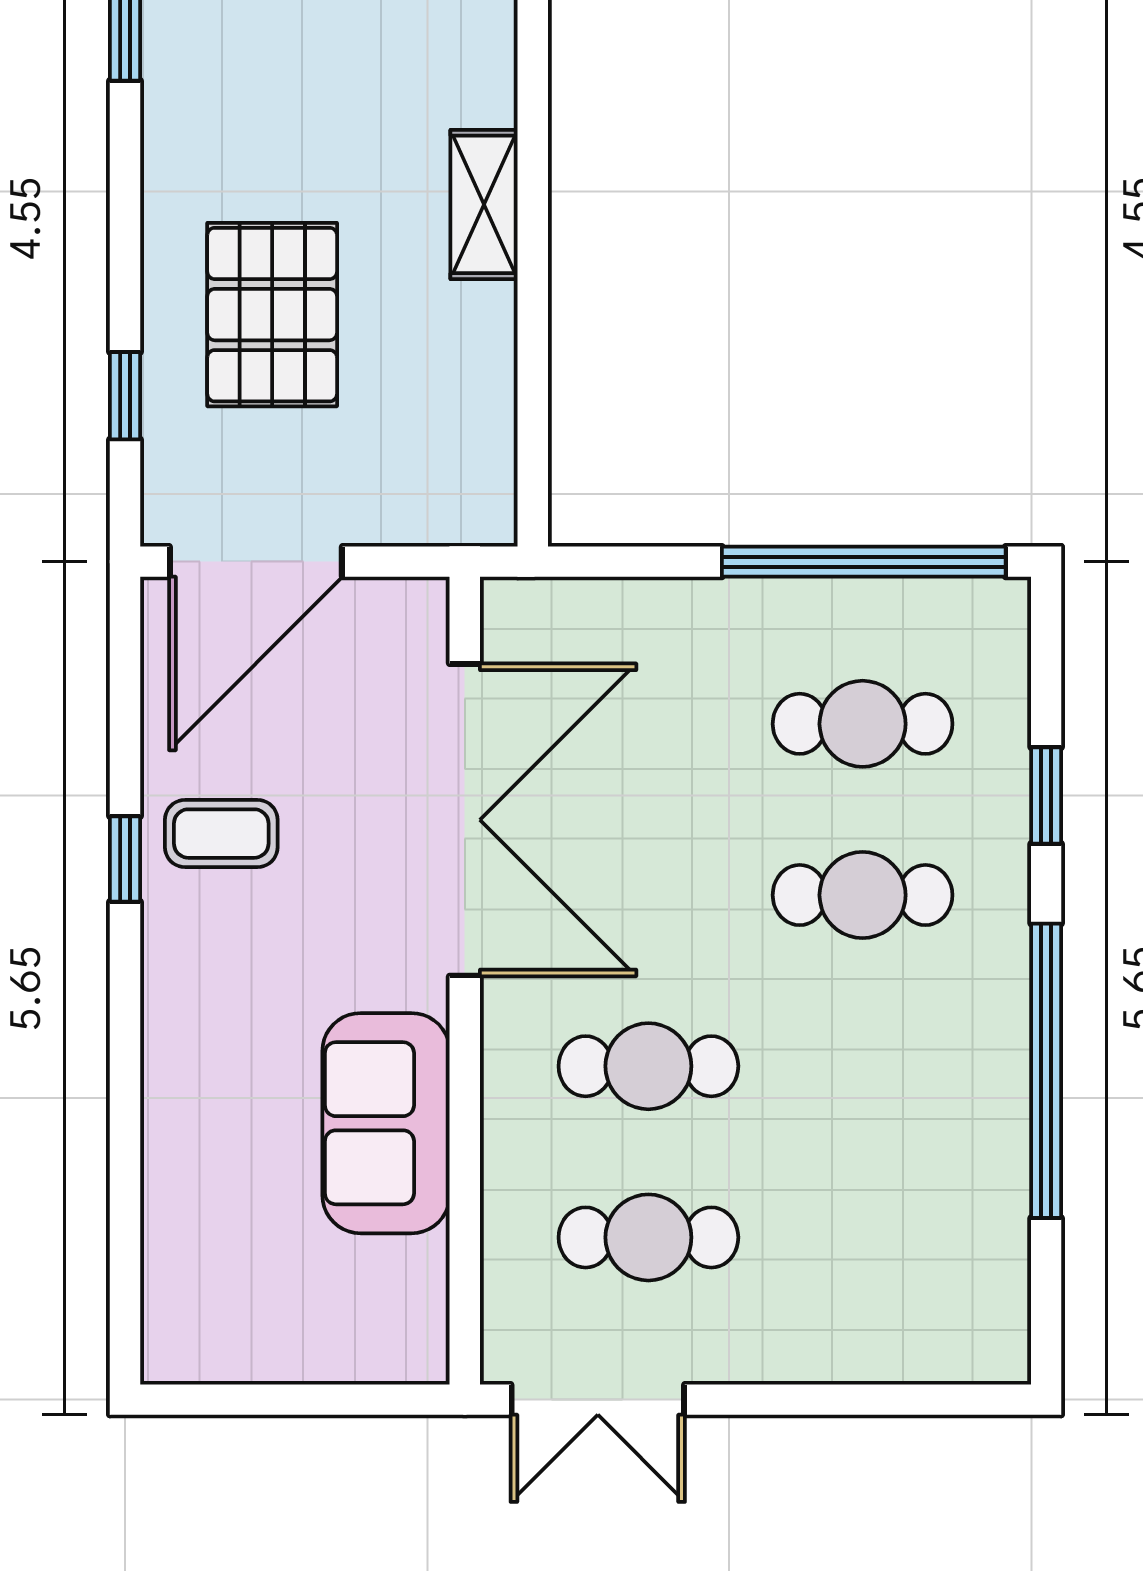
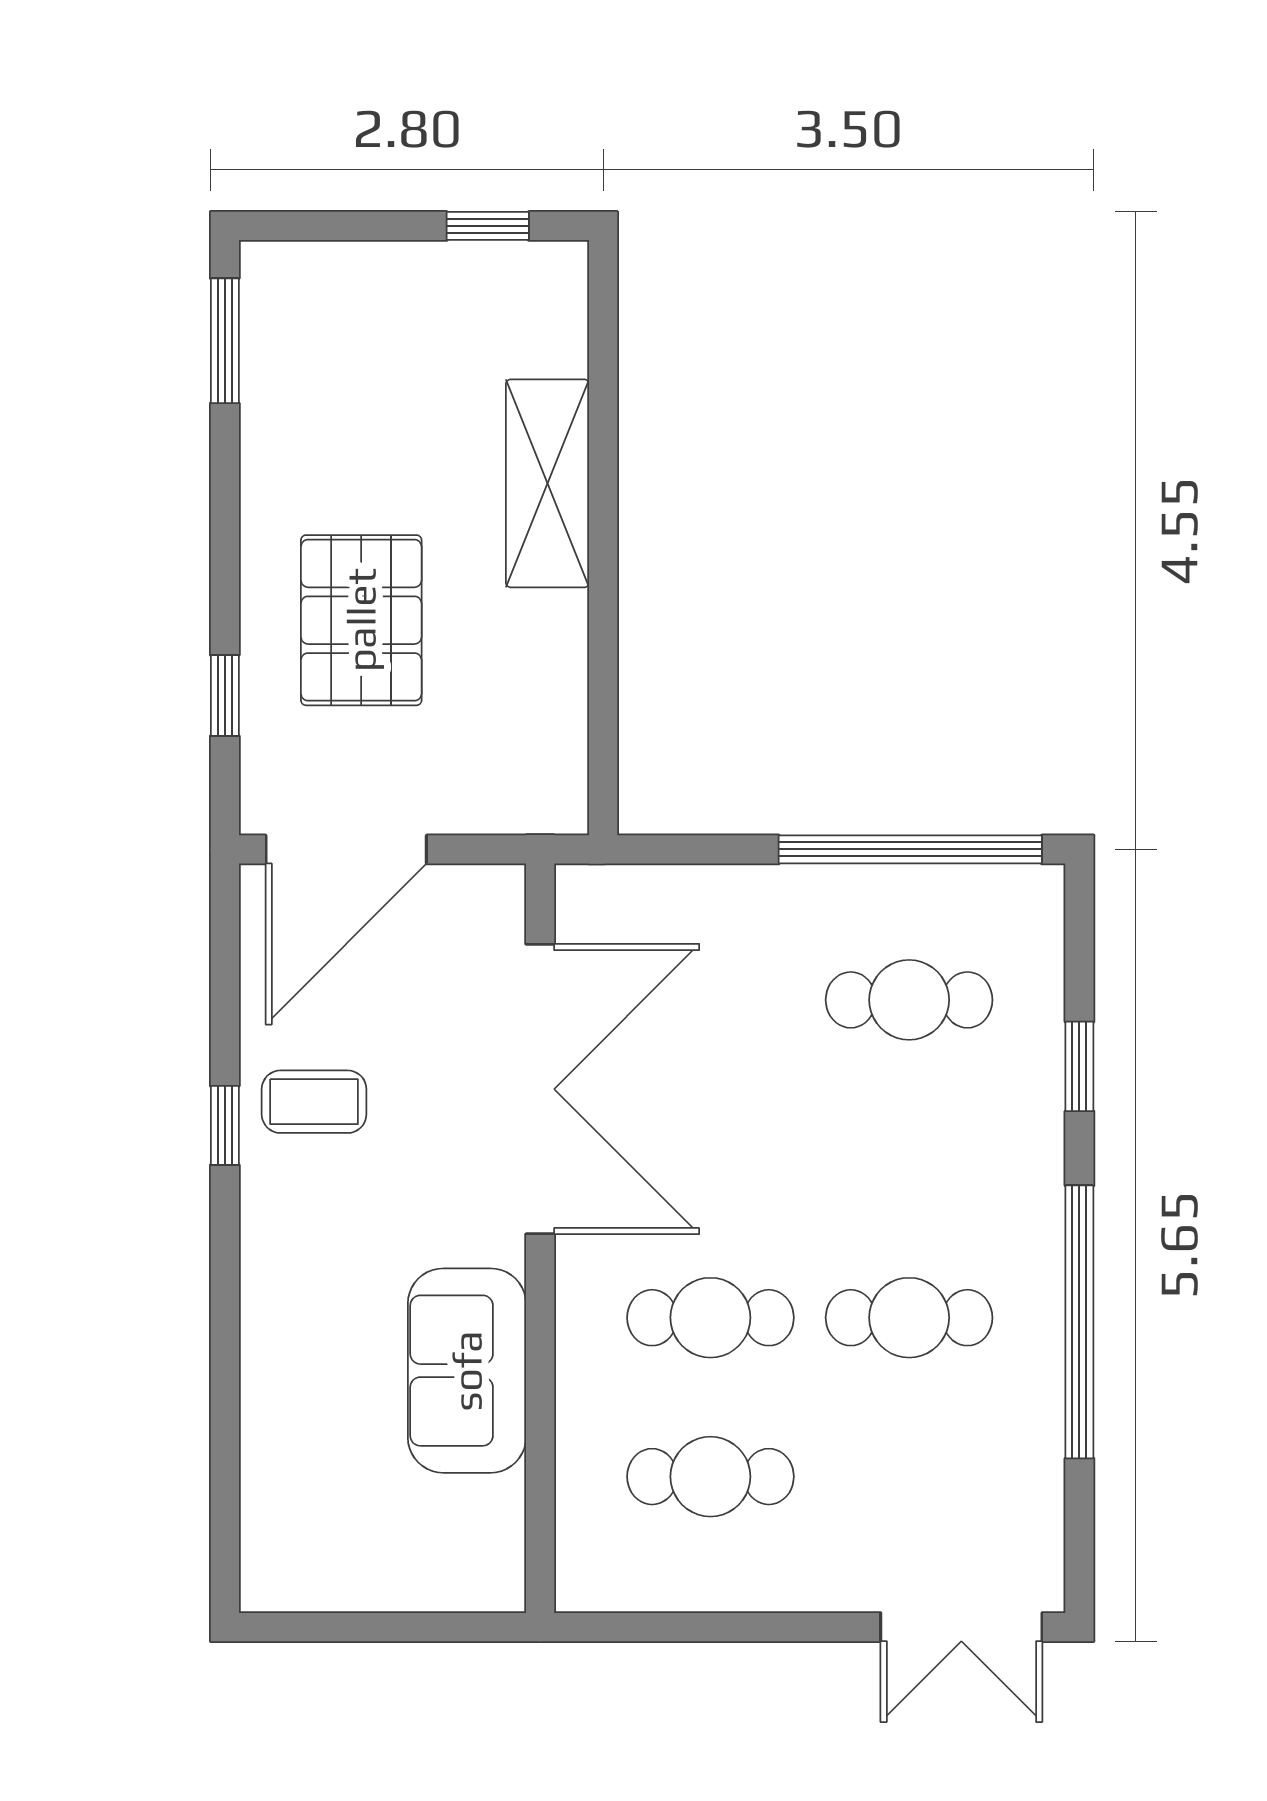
shelving: (484, 204) -> (547, 483), width x1.50, depth x1.33
cafe table: (863, 895) -> (909, 1318), moved
double door: (598, 1400) -> (961, 1627), moved

